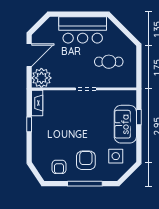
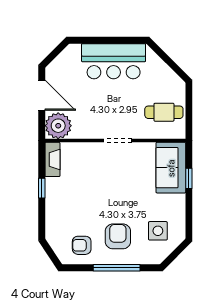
door: (29, 55) -> (42, 95), hinge flipped
cafe table: (109, 62) -> (164, 112), moved
sofa: (125, 124) -> (171, 168), moved
armchair: (59, 167) -> (82, 245), turned 90

